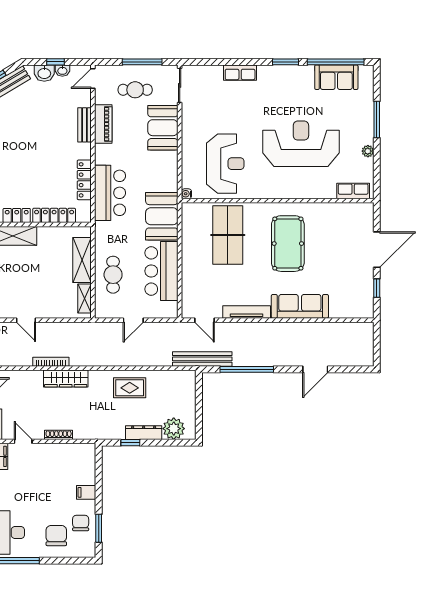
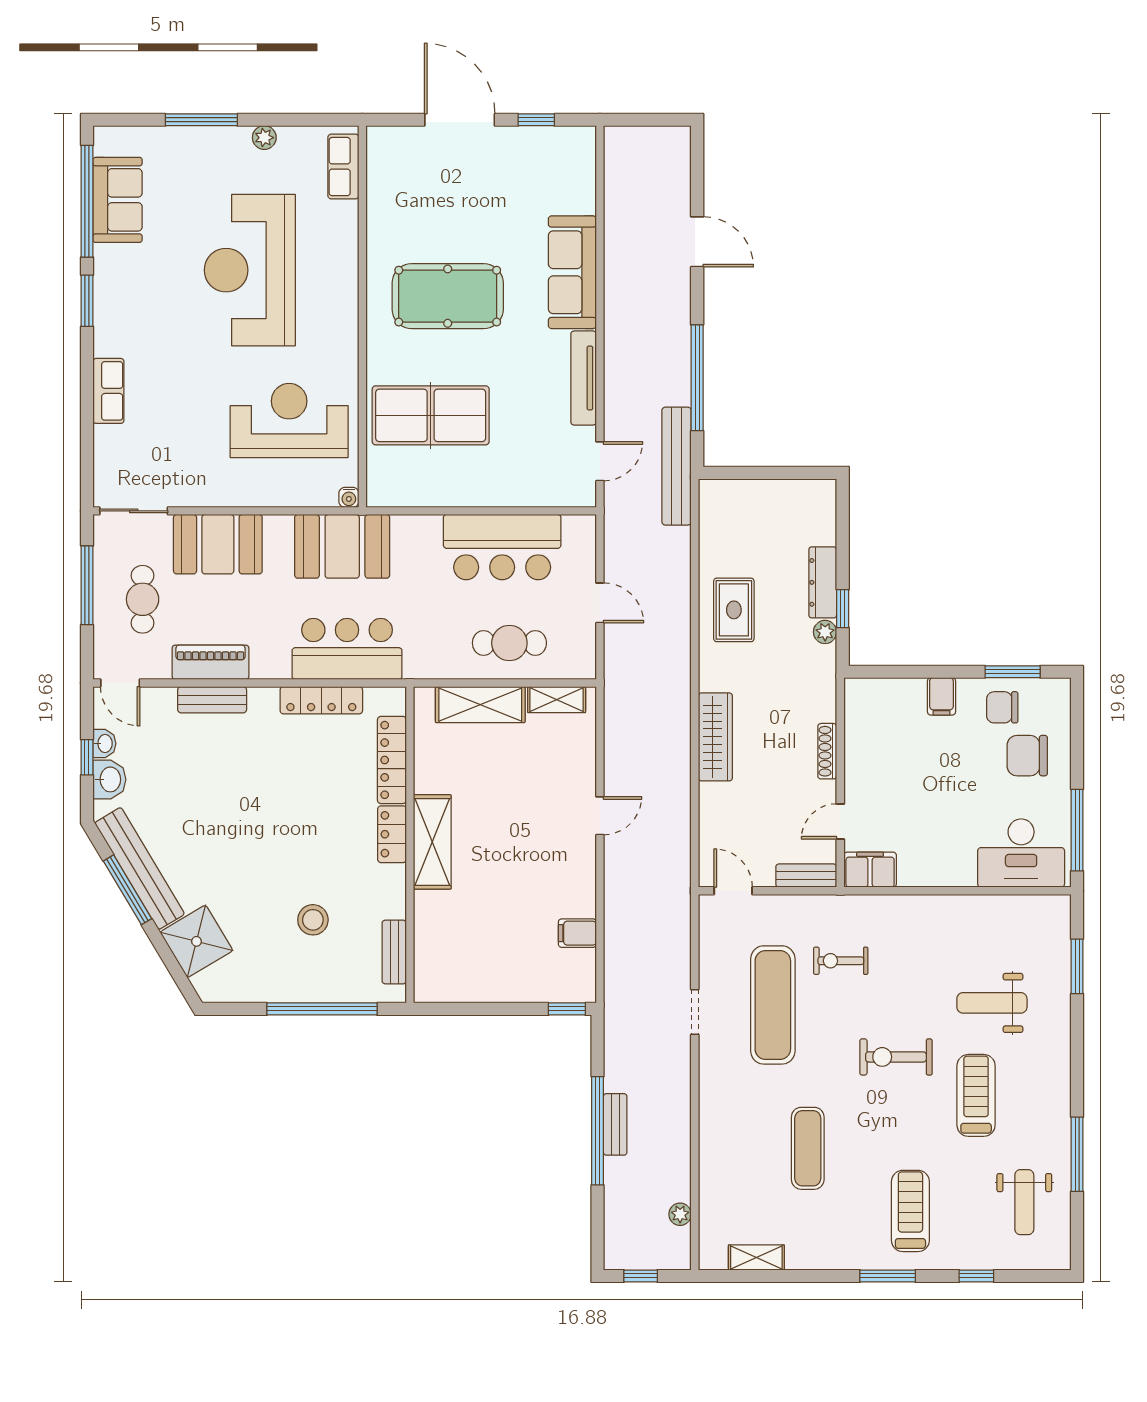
booth: (162, 216) -> (342, 546), moved
bookcase: (51, 362) -> (682, 766), removed
plant: (174, 429) -> (825, 632), moved, width x0.53, depth x0.53

